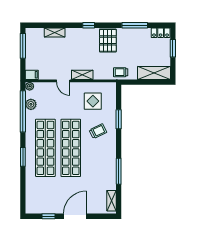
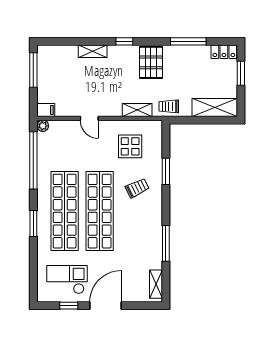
shelving: (55, 32) -> (93, 51), moved
shelving: (82, 75) -> (137, 110), moved
plant: (31, 104) -> (45, 151), removed
checkout: (47, 197) -> (67, 280), added

